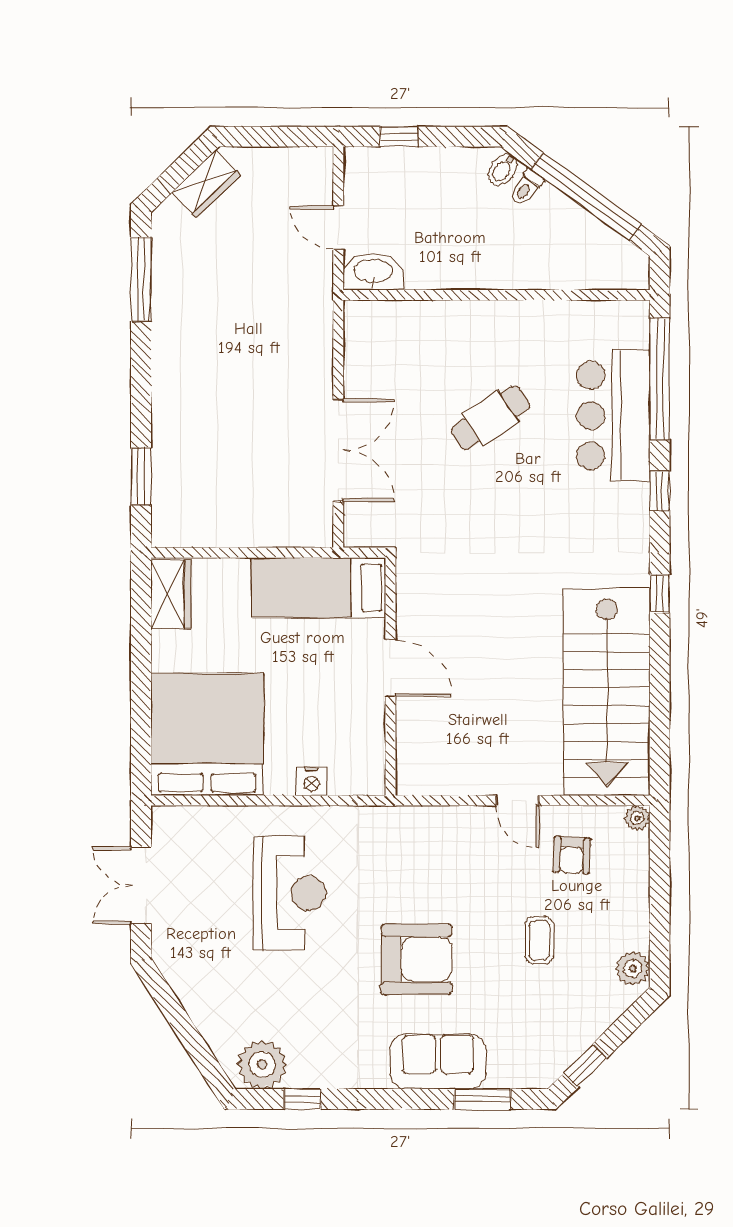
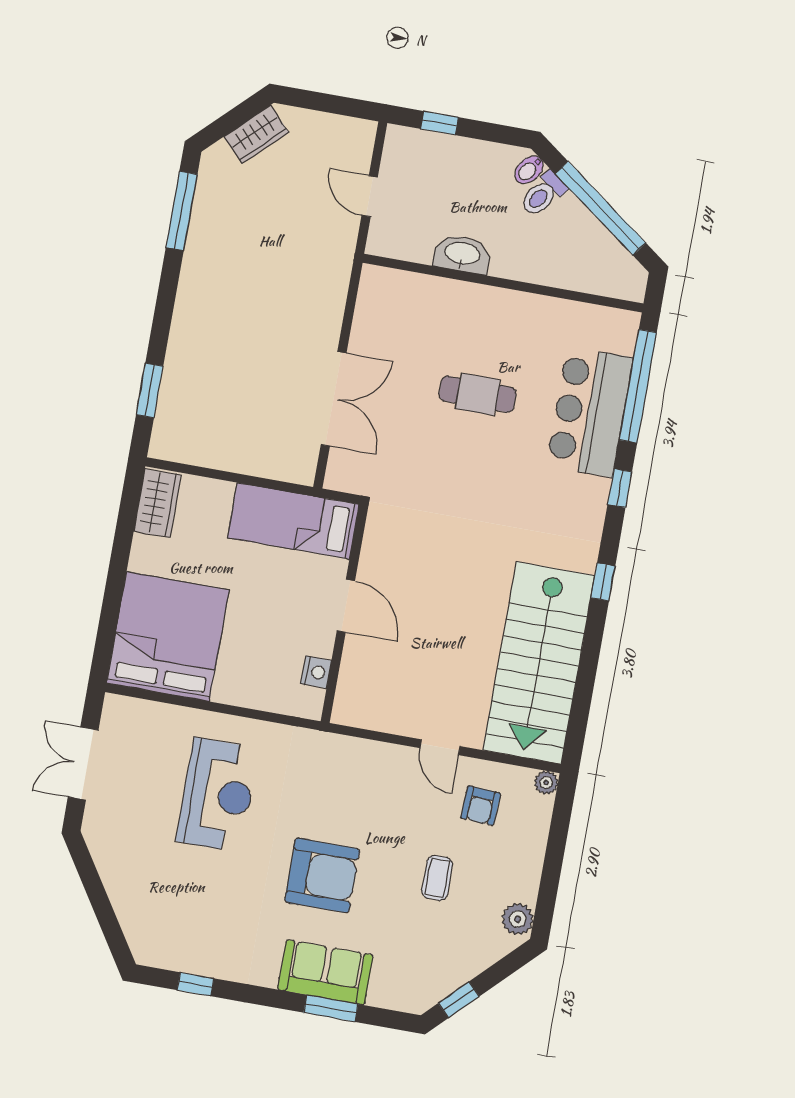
toilet: (526, 187) -> (543, 194), width x1.37, depth x1.39
washbasin: (373, 272) -> (462, 254), moved
cafe table: (491, 418) -> (478, 394), turned 34
nightstand: (312, 781) -> (316, 672), moved, turned -90
plant: (262, 1064) -> (164, 946), removed
window: (483, 1099) -> (331, 1008), moved

